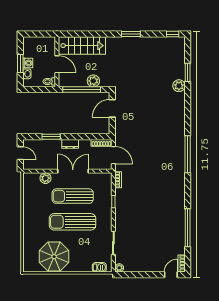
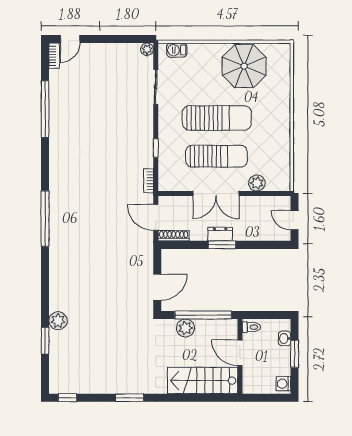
washing machine: (28, 63) -> (283, 384), moved
window: (51, 137) -> (222, 245), moved

